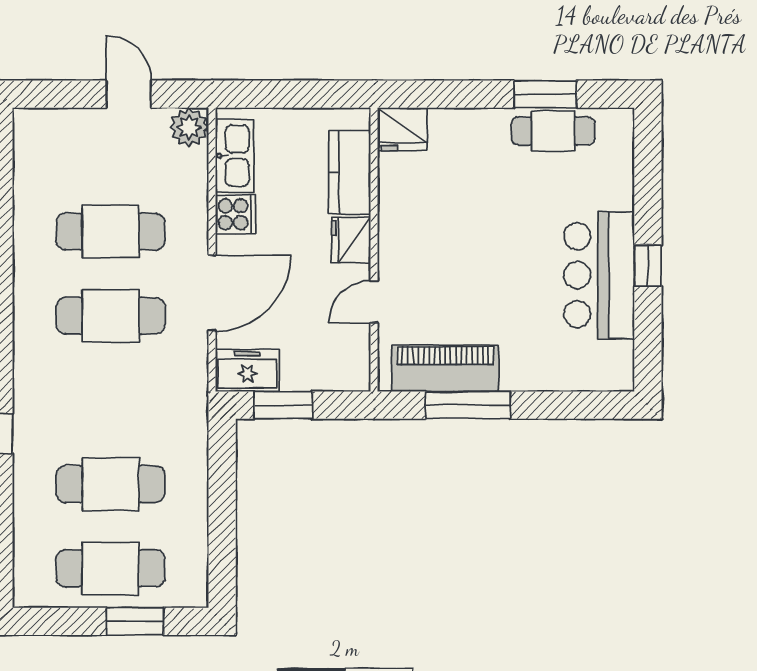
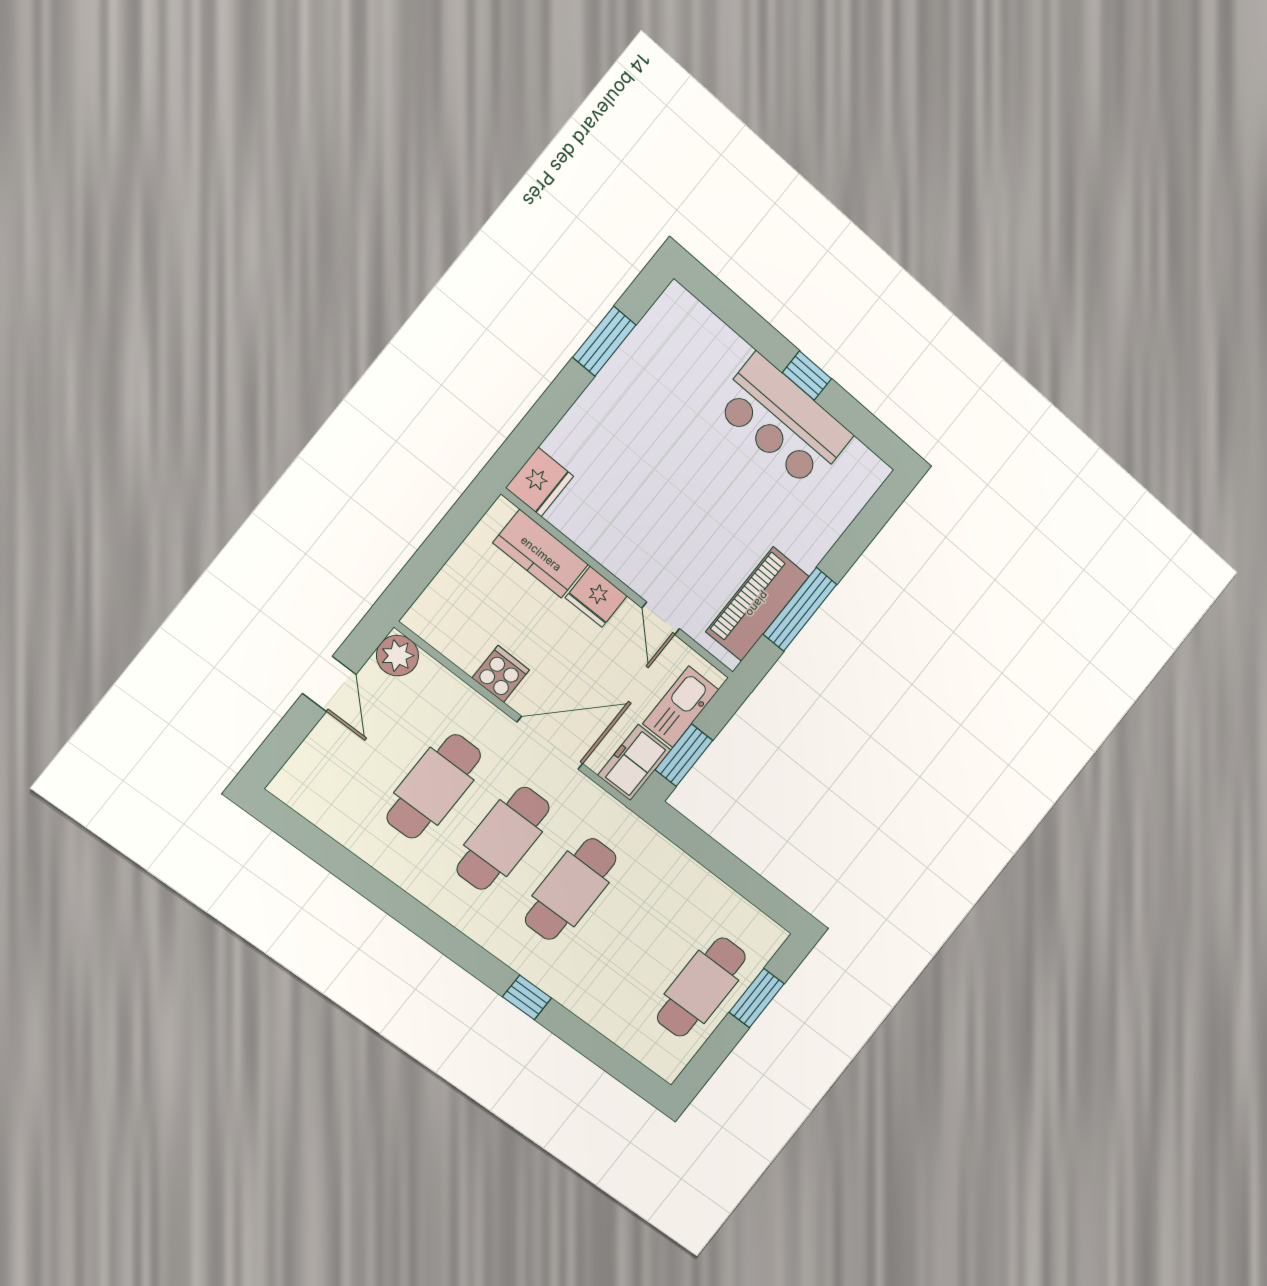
door: (129, 94) -> (329, 684), swing flipped
cafe table: (553, 131) -> (639, 360), removed
kitchen sink: (235, 156) -> (681, 707), moved, turned -90
door: (212, 293) -> (550, 743), hinge flipped
cafe table: (111, 484) -> (571, 889), moved

